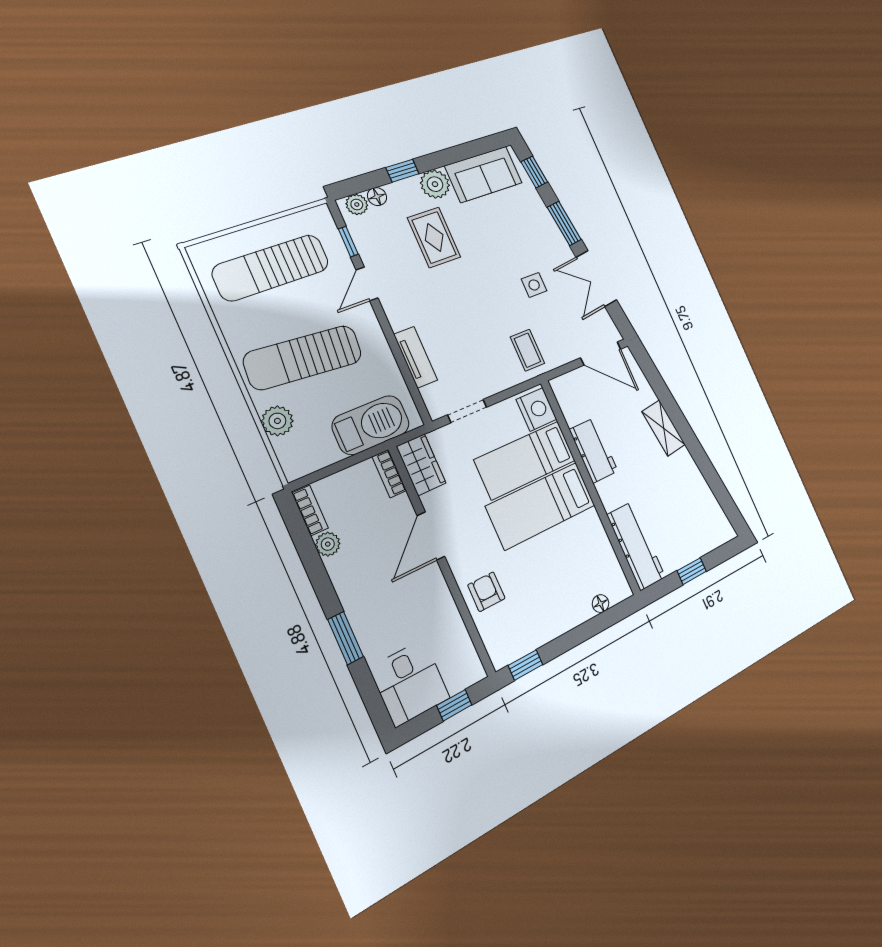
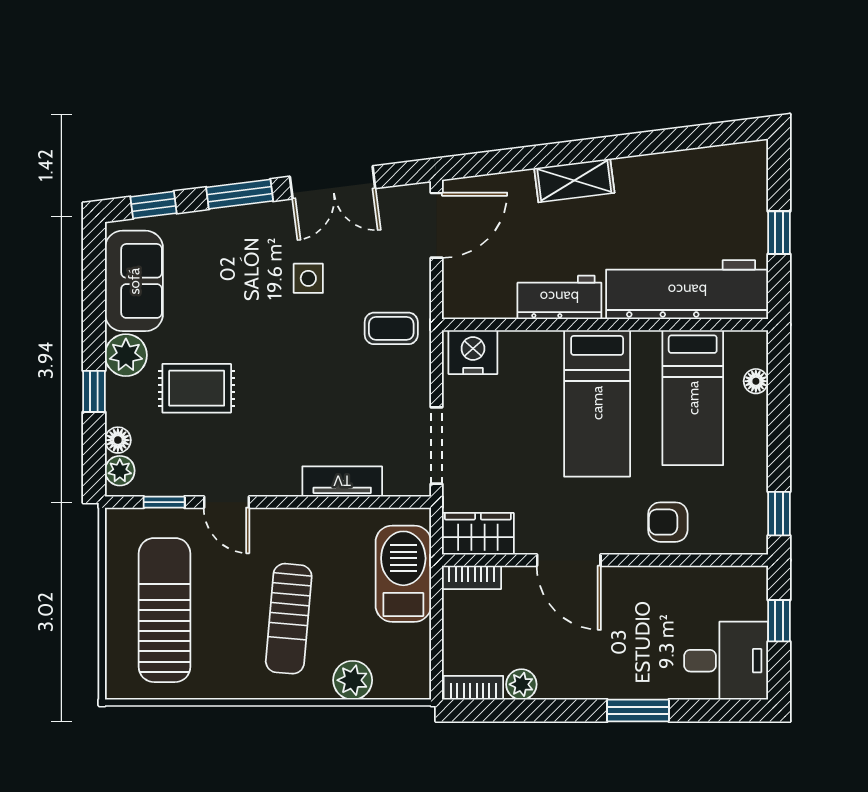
sun lounger: (271, 268) -> (165, 610), turned 180
sun lounger: (303, 357) -> (289, 619), width x0.73, depth x0.75
doorway: (467, 411) -> (437, 446), width x1.38
bed: (525, 460) -> (693, 398), moved
workbench: (636, 546) -> (687, 290), width x1.36, depth x1.32

